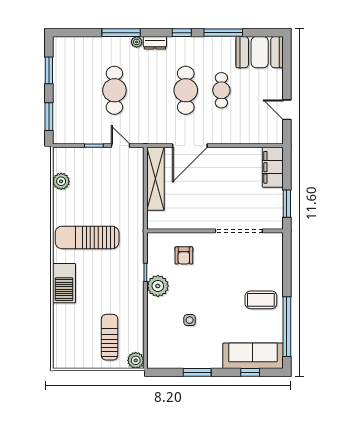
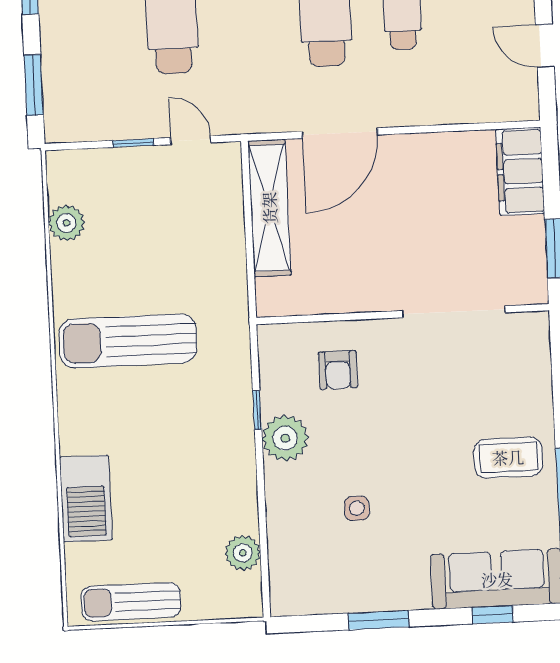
barbecue: (64, 283) -> (86, 498), moved
sun lounger: (110, 337) -> (131, 602), moved, turned -90
plant: (136, 360) -> (243, 553), moved

